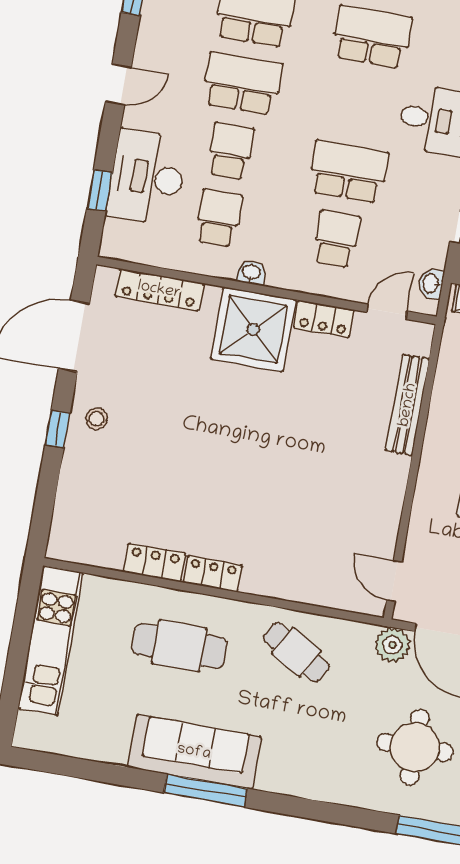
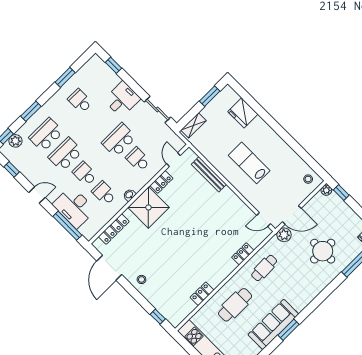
school desk: (372, 37) -> (80, 101), width x0.54
door: (118, 84) -> (37, 195), hinge flipped
window: (100, 190) -> (67, 226), width x2.17
washbasin: (431, 283) -> (174, 139), removed
window: (58, 429) -> (158, 317), moved
locker: (213, 574) -> (243, 254), moved
cafe table: (296, 652) -> (264, 268), turned -32
window: (205, 791) -> (289, 330), width x0.69

